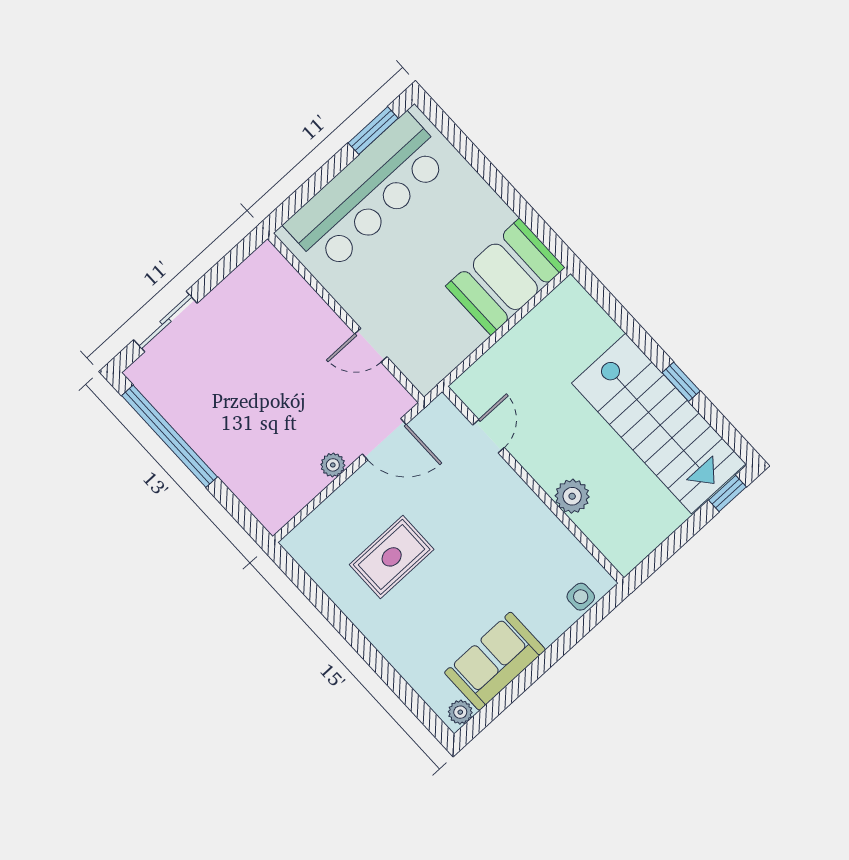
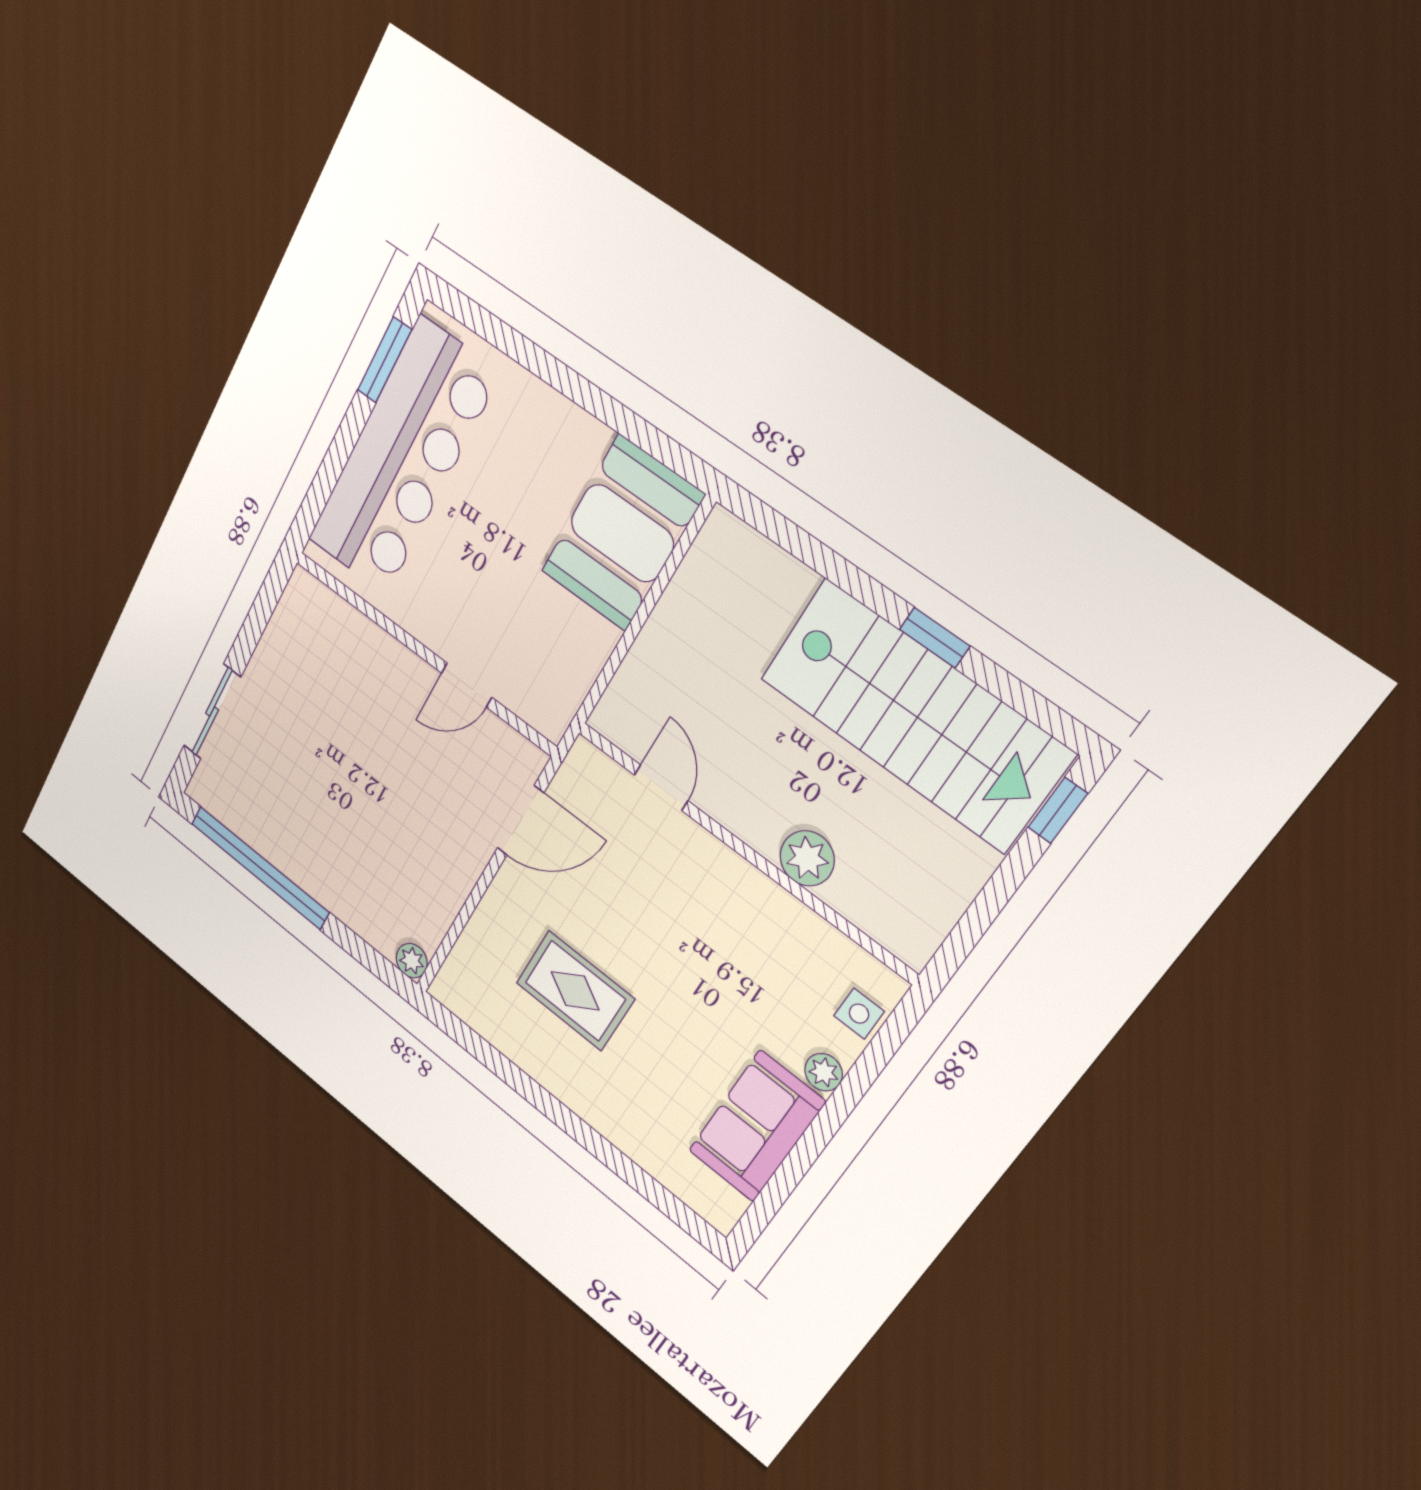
plant: (333, 465) -> (412, 961), moved
rug: (392, 557) -> (575, 991), turned 90
plant: (460, 712) -> (824, 1072), moved

